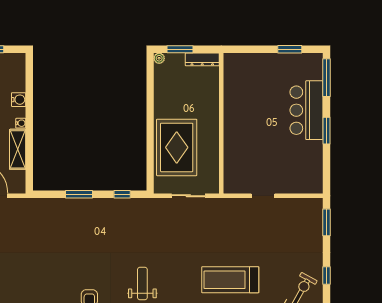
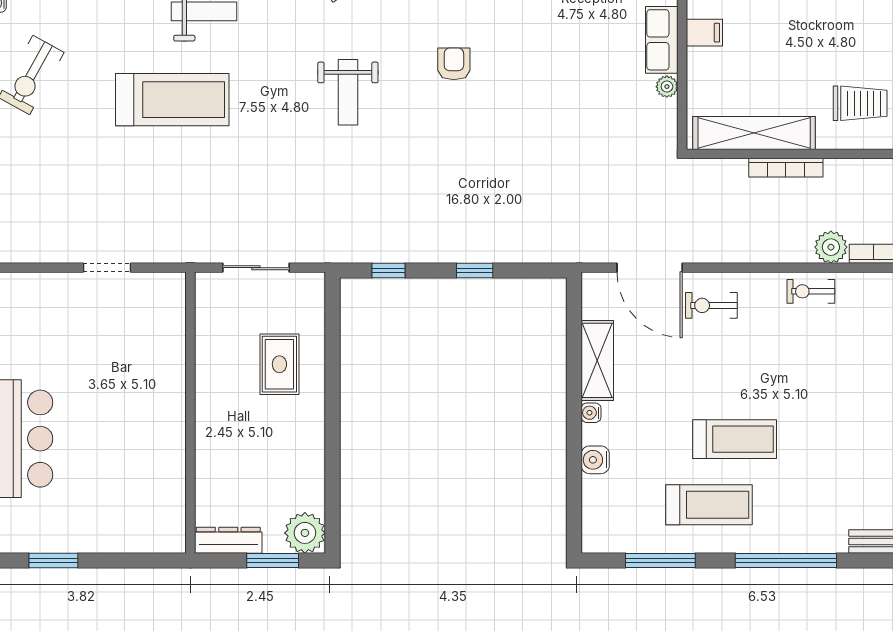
plant: (159, 58) -> (305, 533), width x1.88, depth x1.88
rug: (177, 147) -> (279, 364), width x0.54, depth x0.49
window: (79, 194) -> (475, 271), width x0.67

